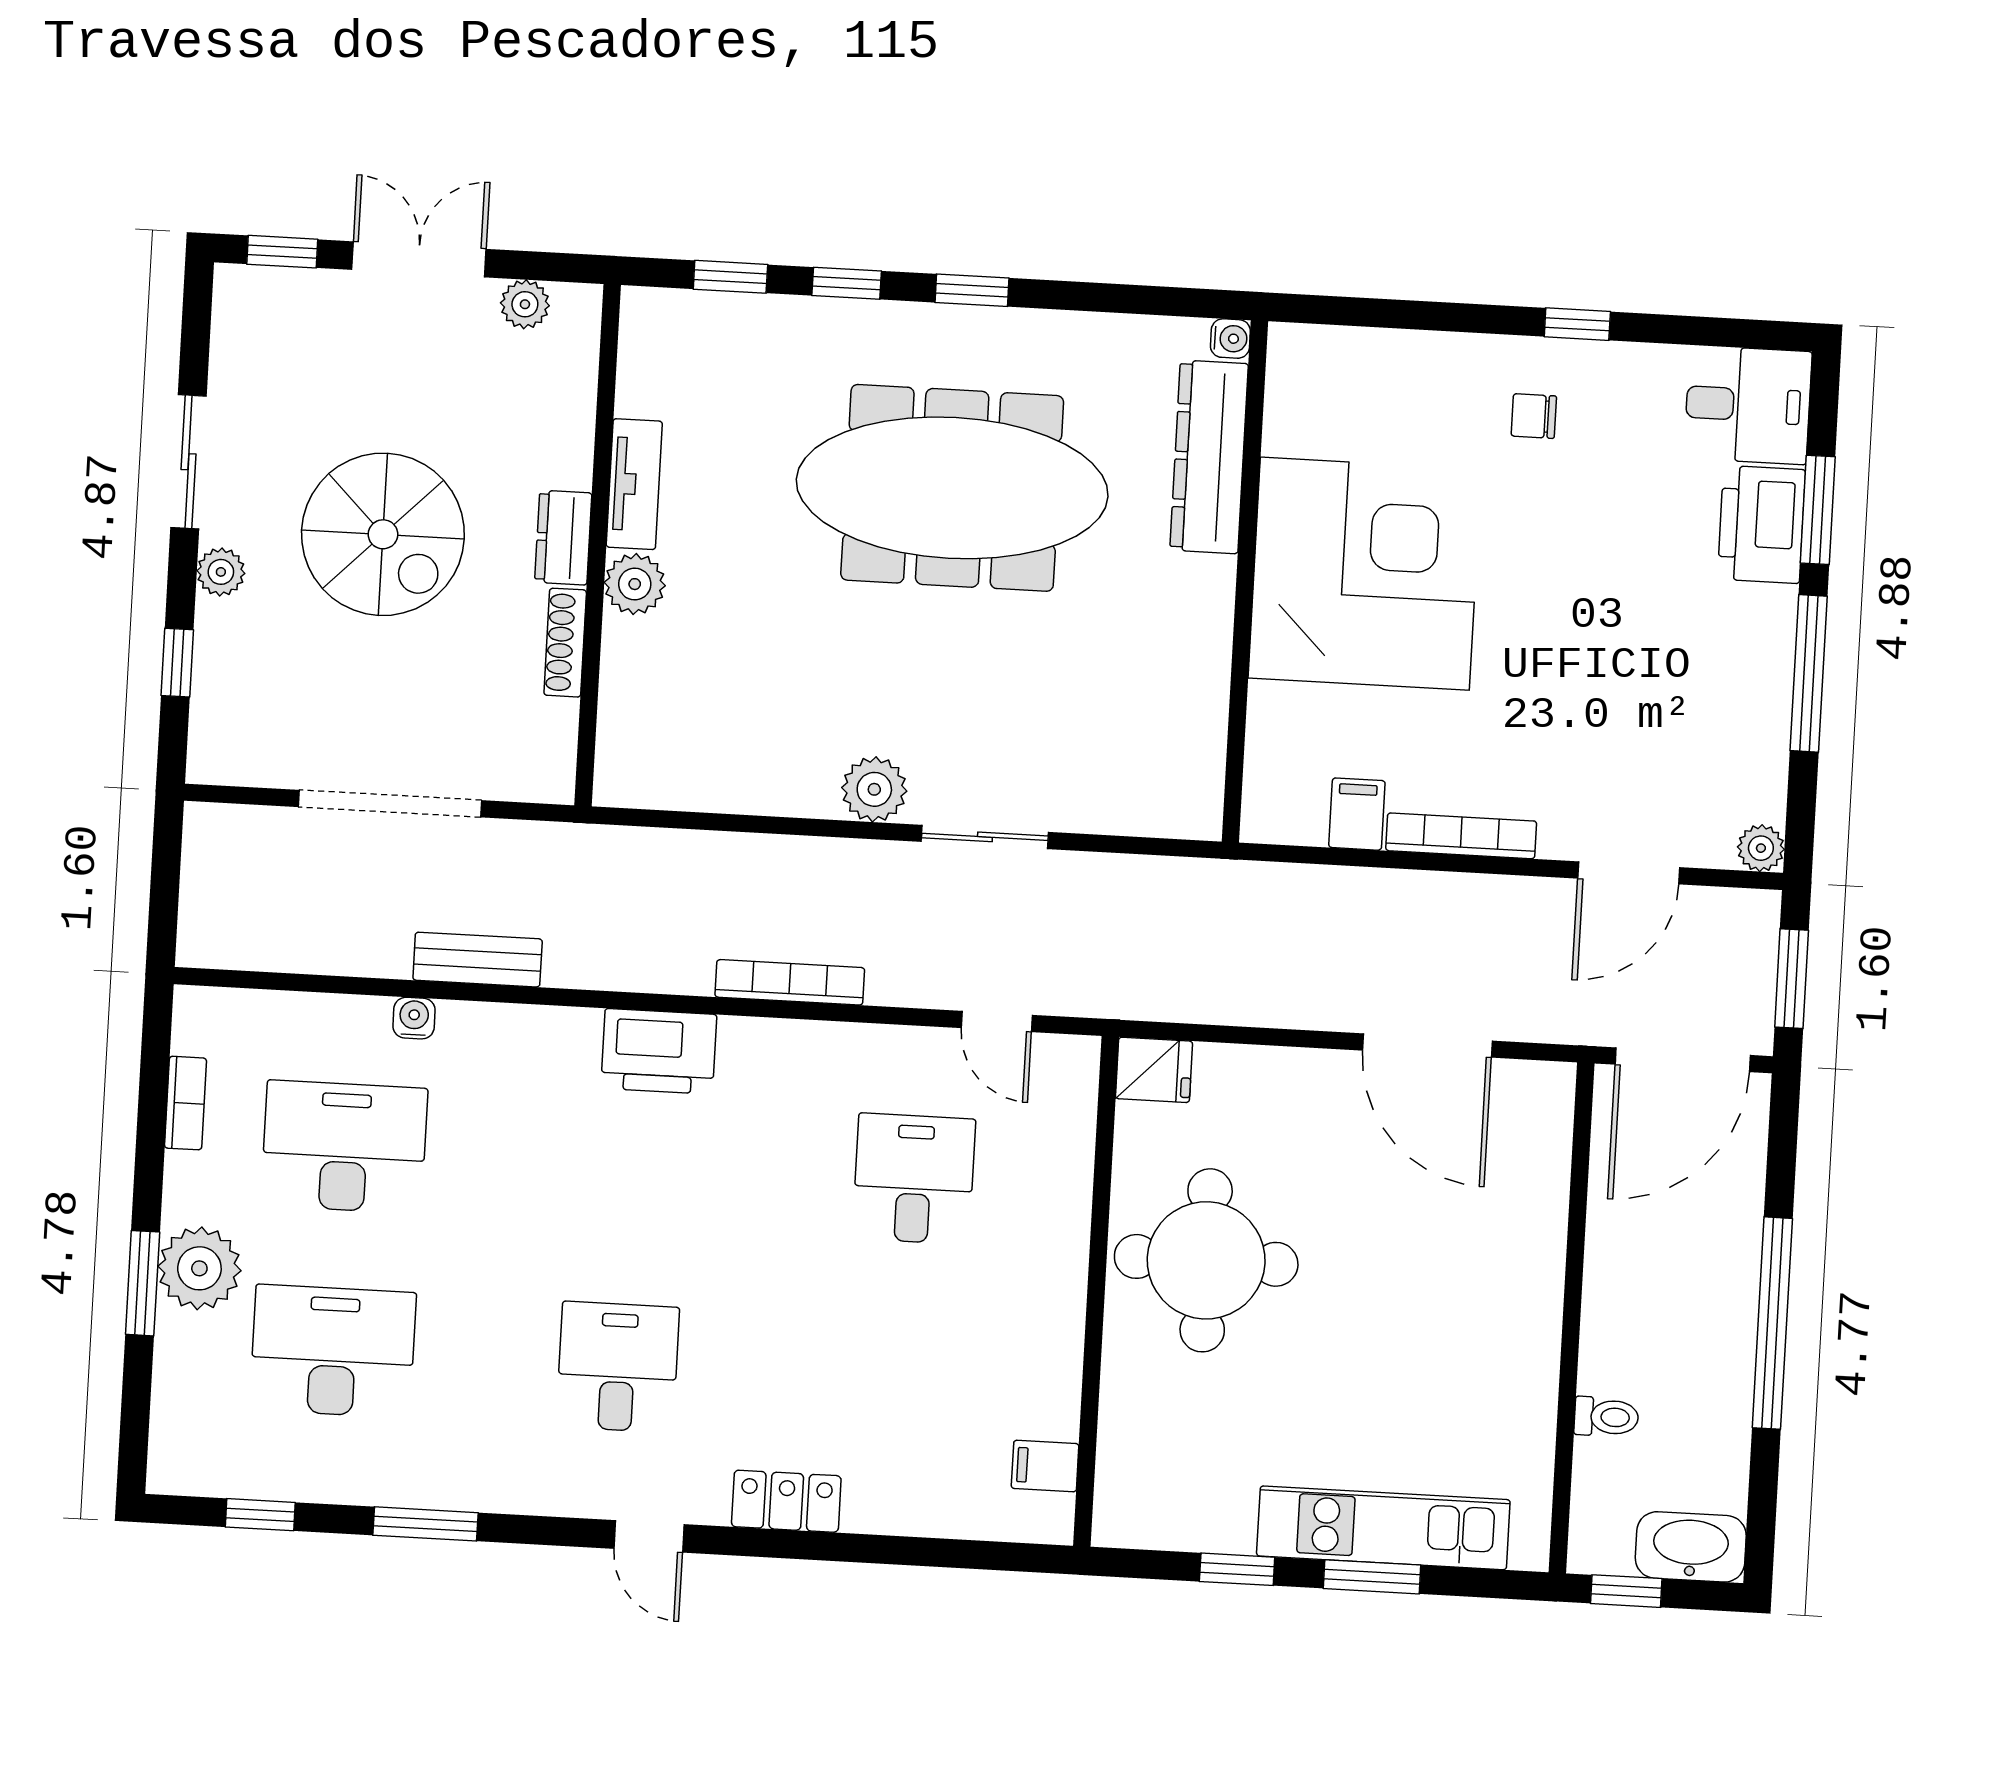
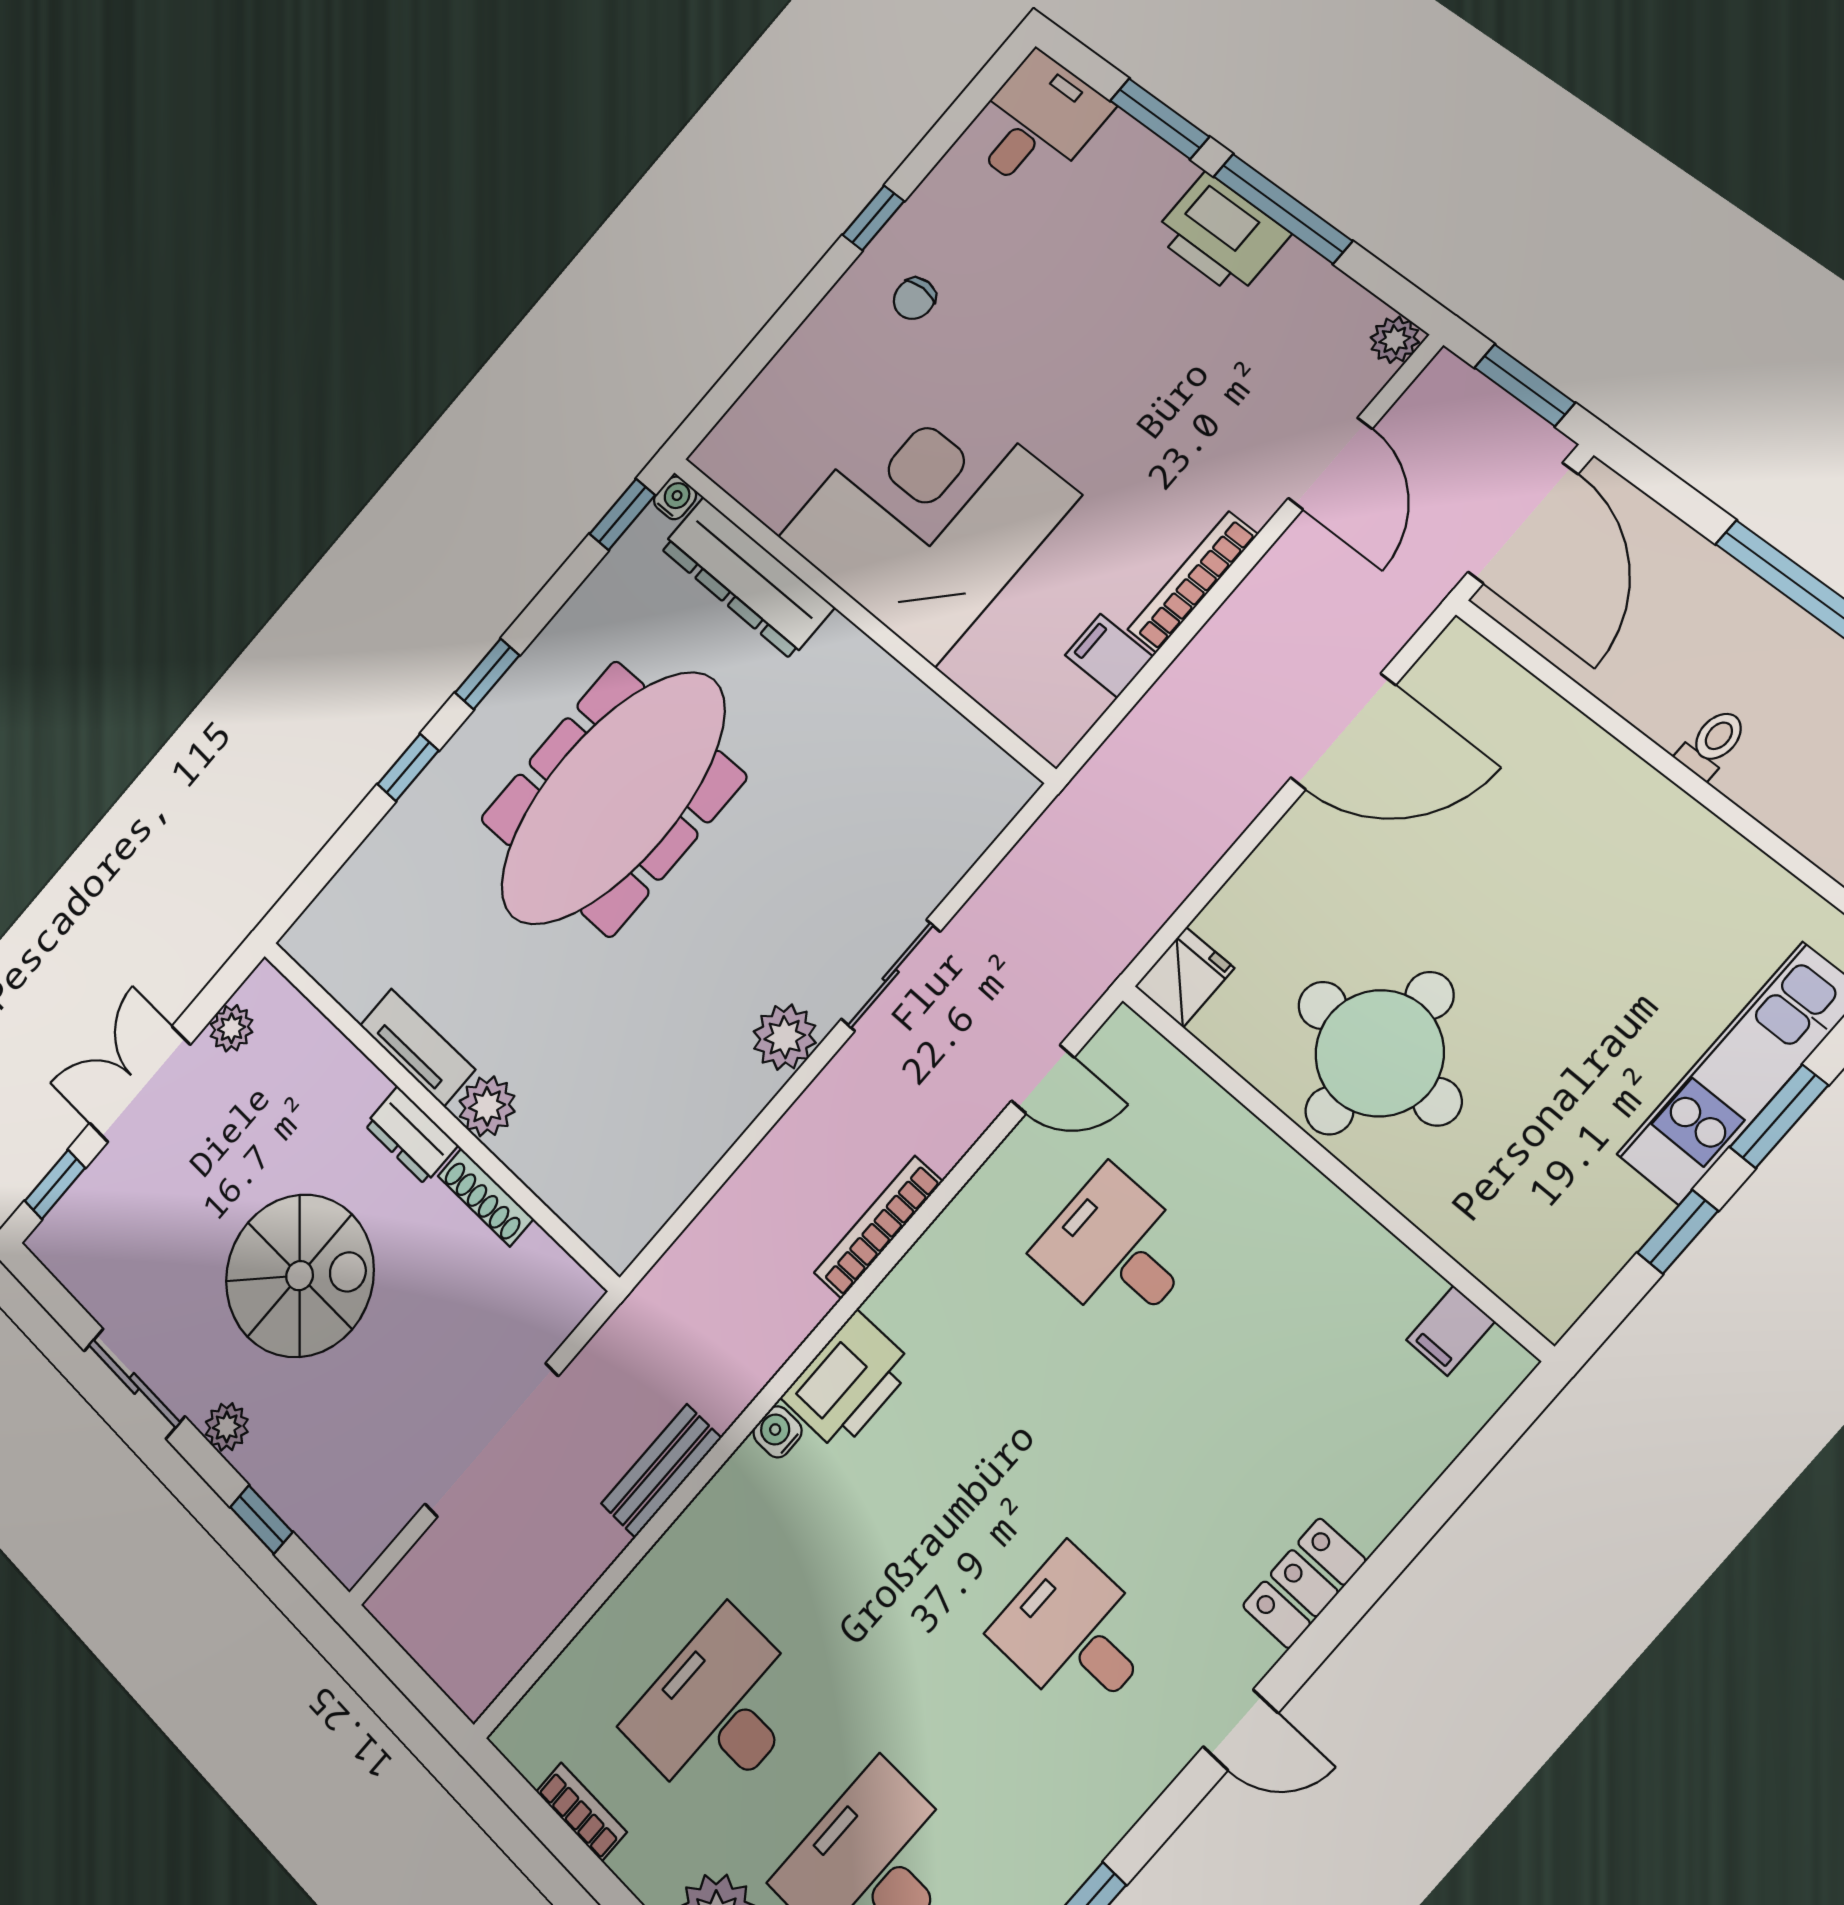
window: (730, 277) -> (622, 514), moved
printer: (1761, 524) -> (1221, 234), moved
water cooler: (414, 1018) -> (778, 1432), moved
toilet: (1606, 1417) -> (1712, 743), moved

